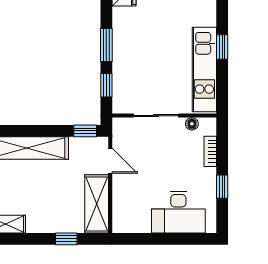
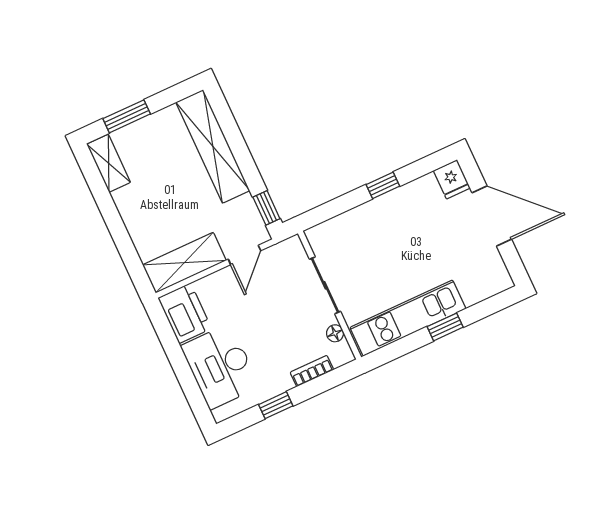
window: (106, 45) -> (383, 185), width x0.67
window: (106, 85) -> (334, 208), removed
printer: (131, 219) -> (185, 313), added
window: (66, 239) -> (125, 245), removed

